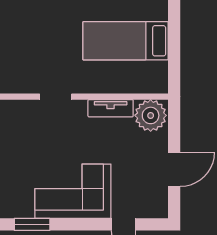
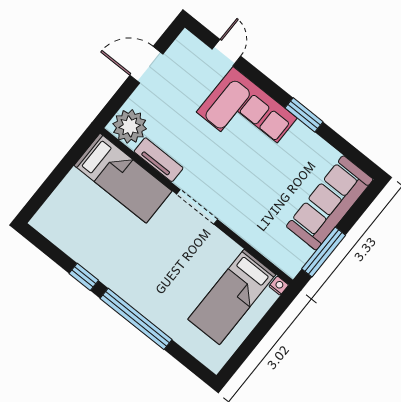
bed: (125, 41) -> (123, 178), moved
doorway: (56, 97) -> (197, 207), width x1.38

